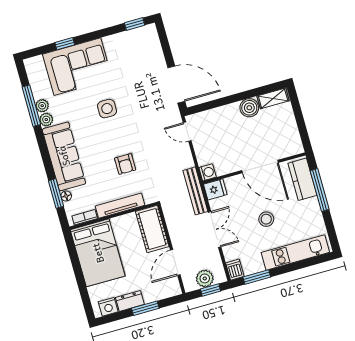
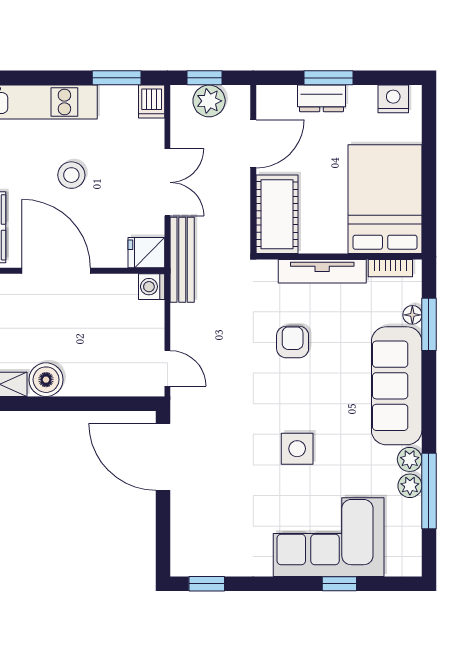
double door: (215, 229) -> (167, 182), swing flipped
dresser: (130, 301) -> (322, 98), moved

